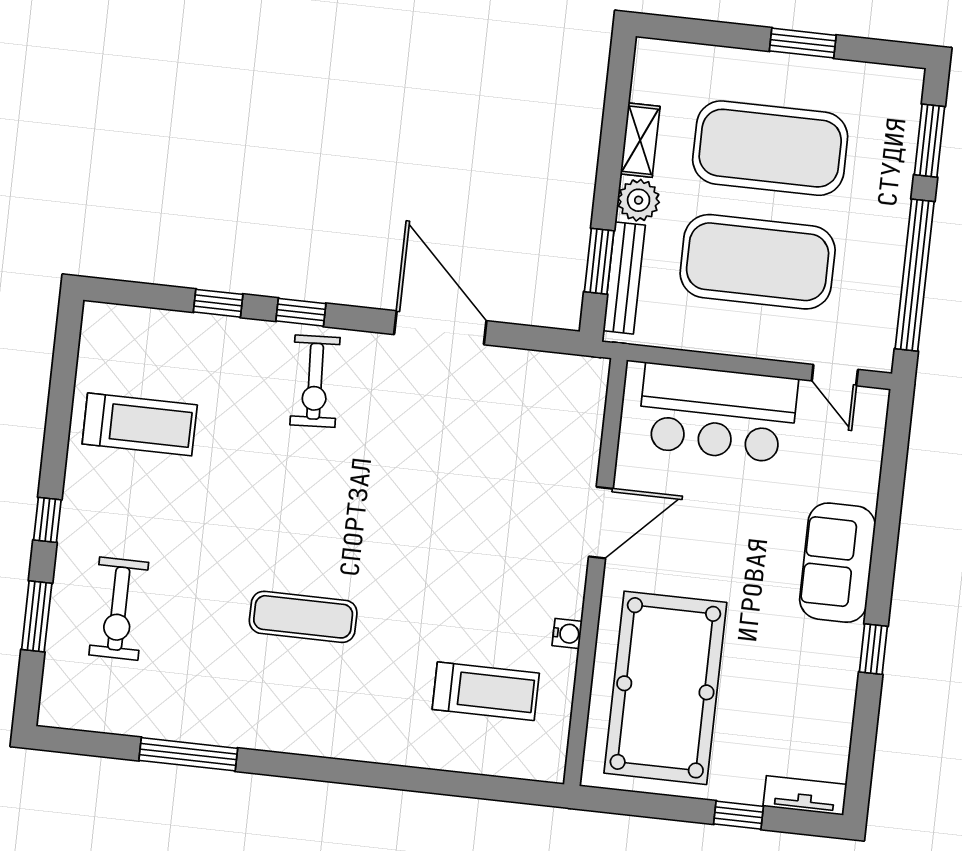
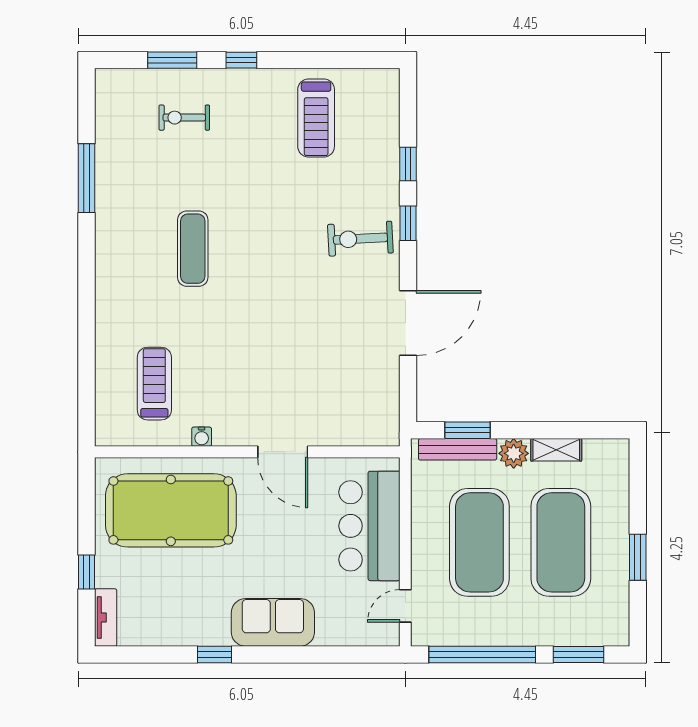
exercise bike: (119, 609) -> (184, 118), width x0.73, depth x0.72
treadmill: (486, 691) -> (154, 384), turned 180

